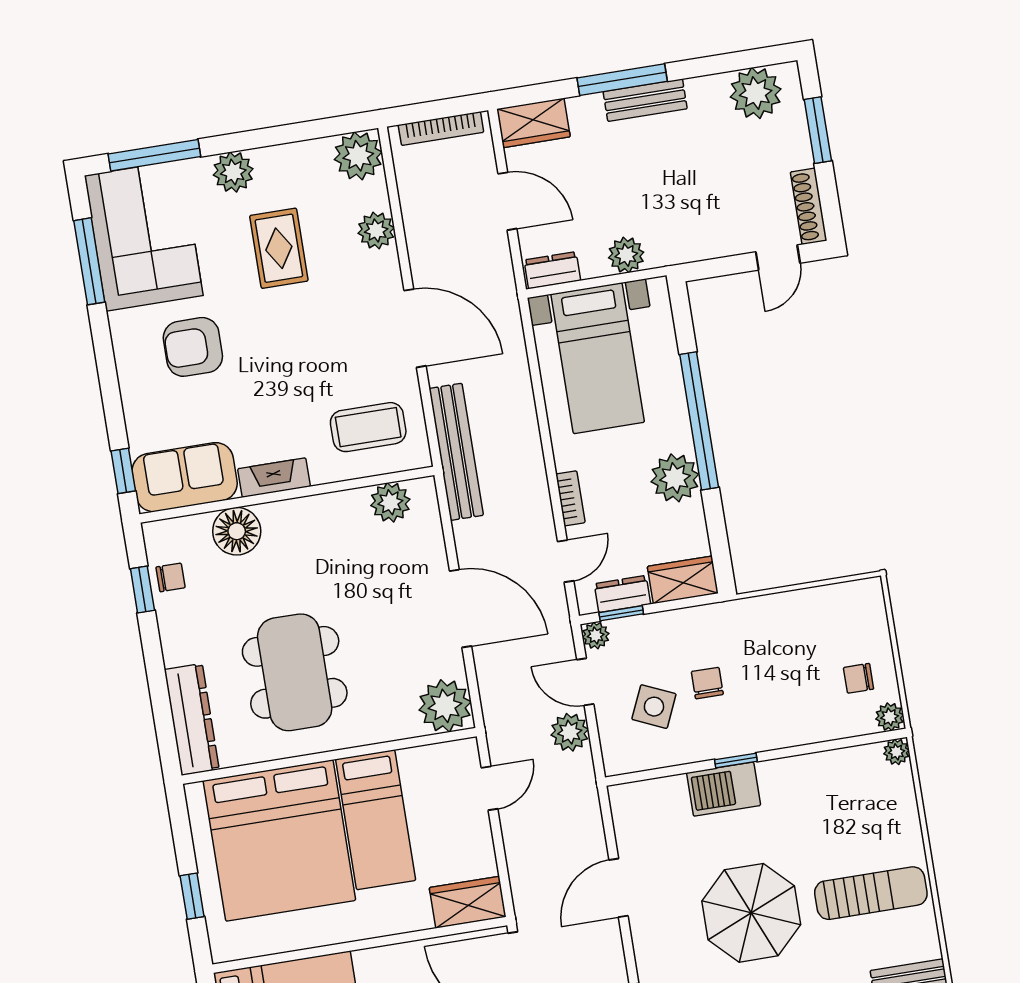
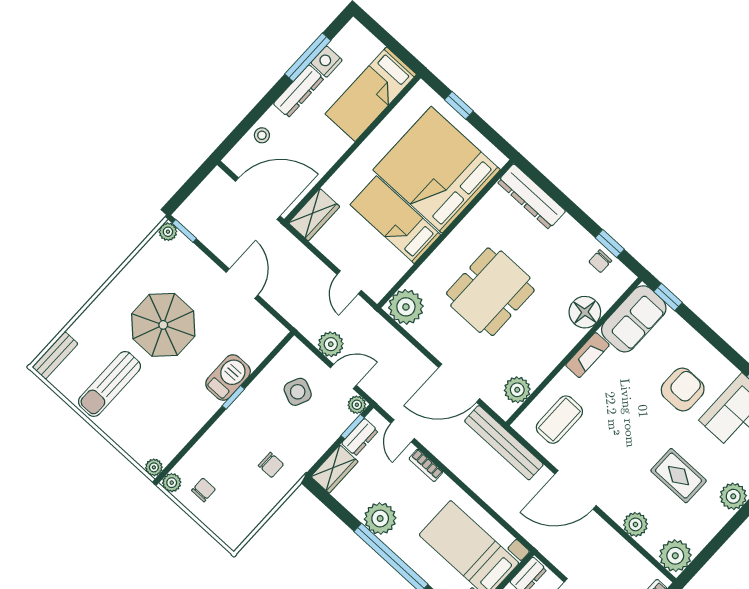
door: (460, 608) -> (459, 383), moved
dining table: (295, 672) -> (490, 292), moved, turned 90
chair: (707, 683) -> (271, 465), moved

